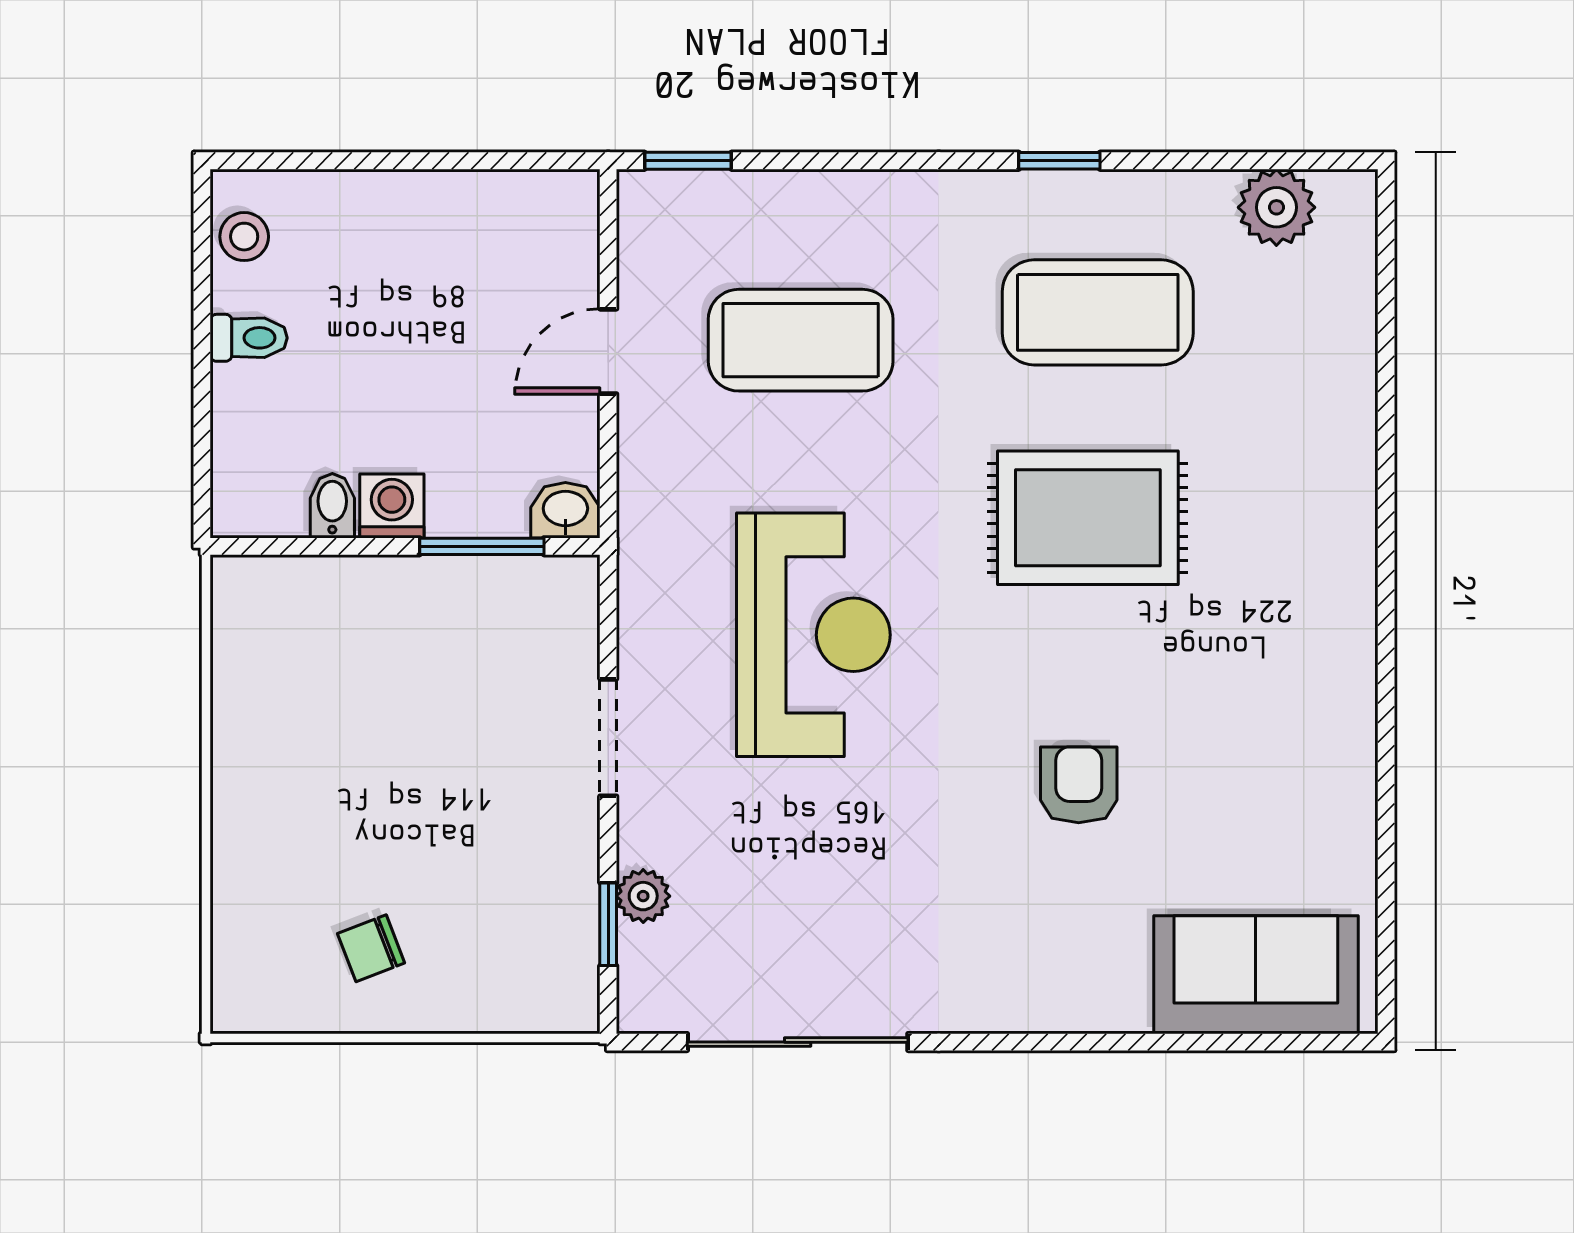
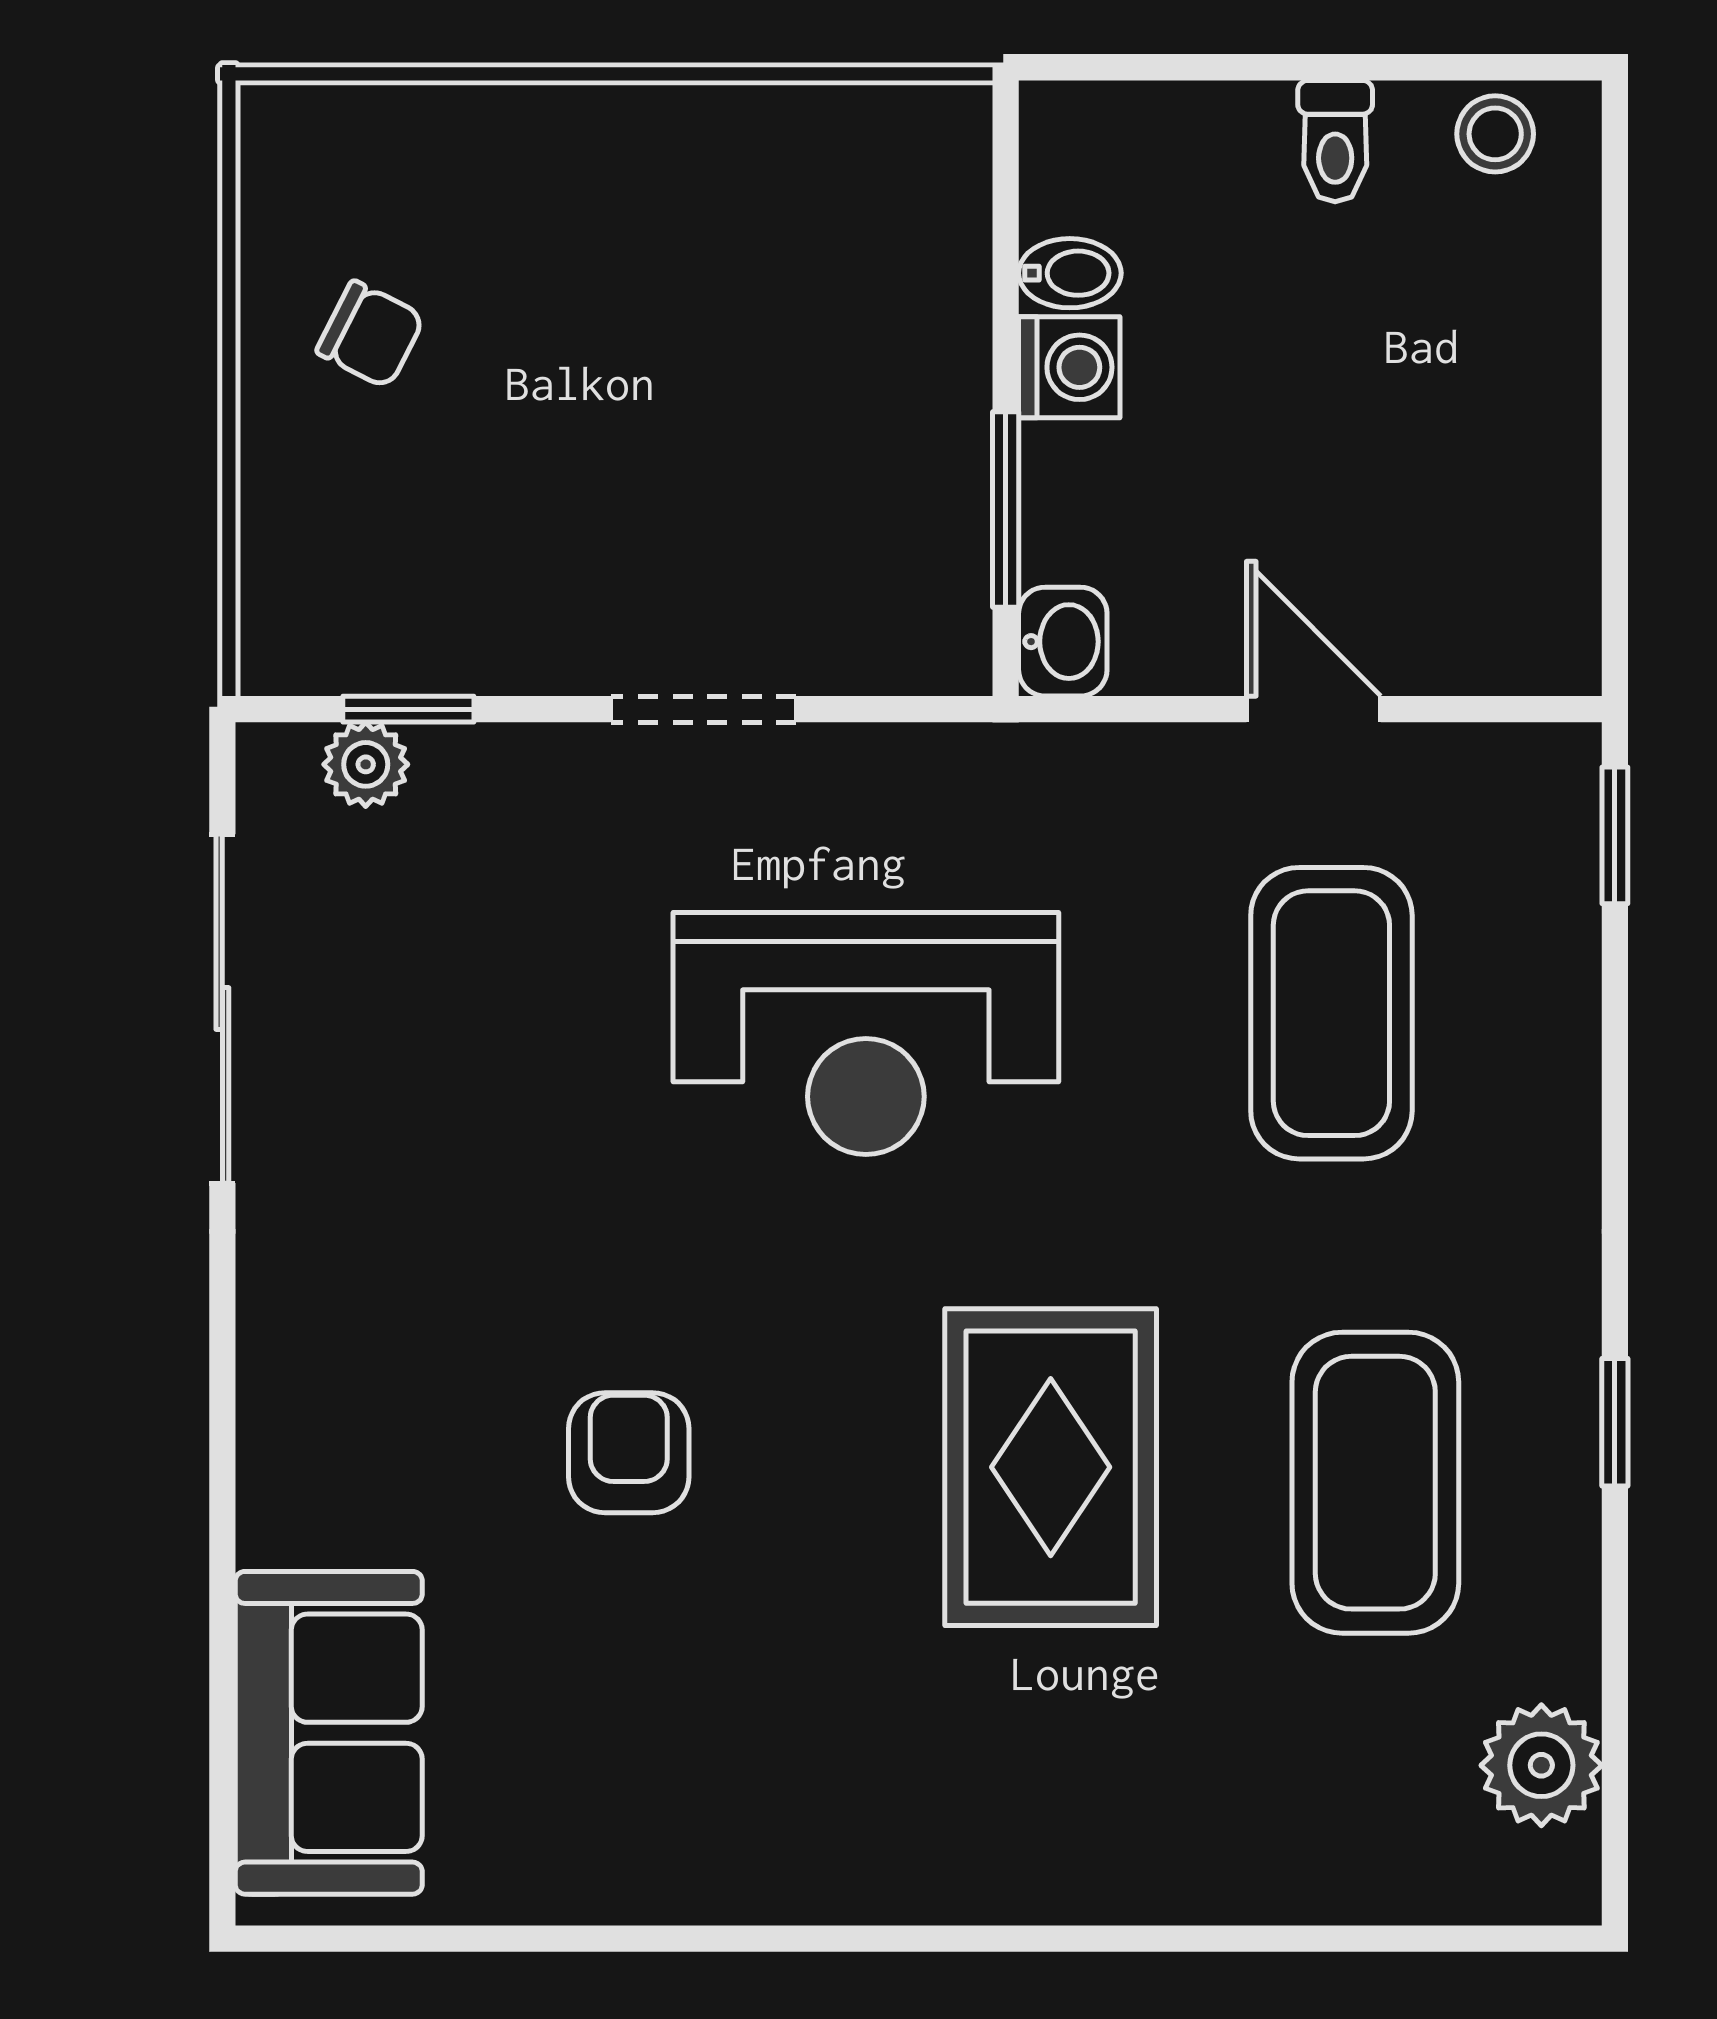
armchair: (1079, 785) -> (629, 1453), turned -90
plant: (643, 896) -> (366, 764), moved
chair: (371, 948) -> (370, 334), turned 138

